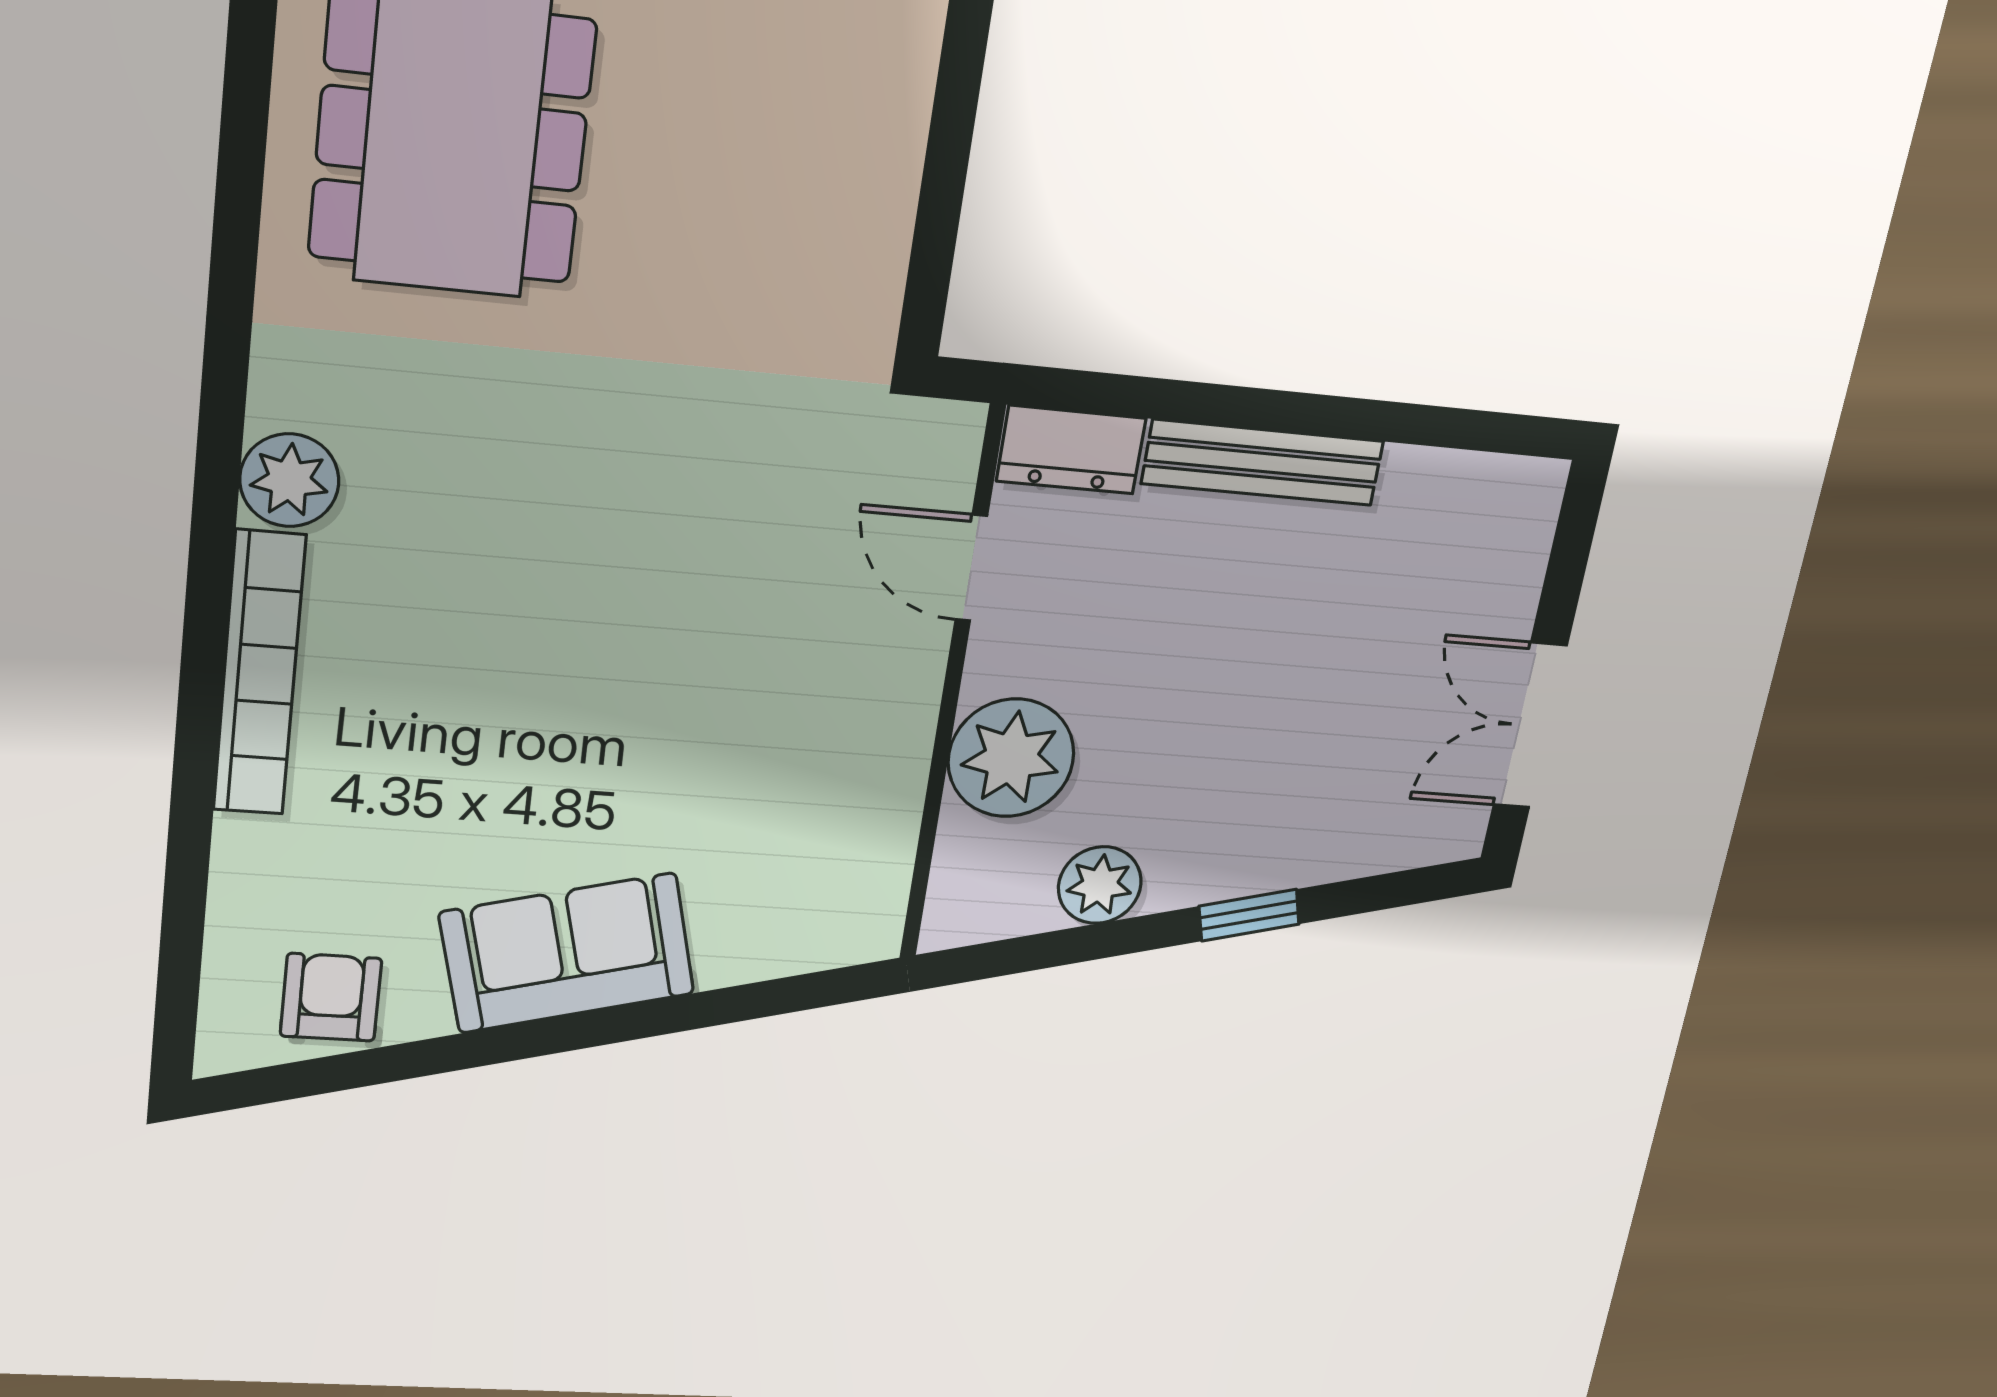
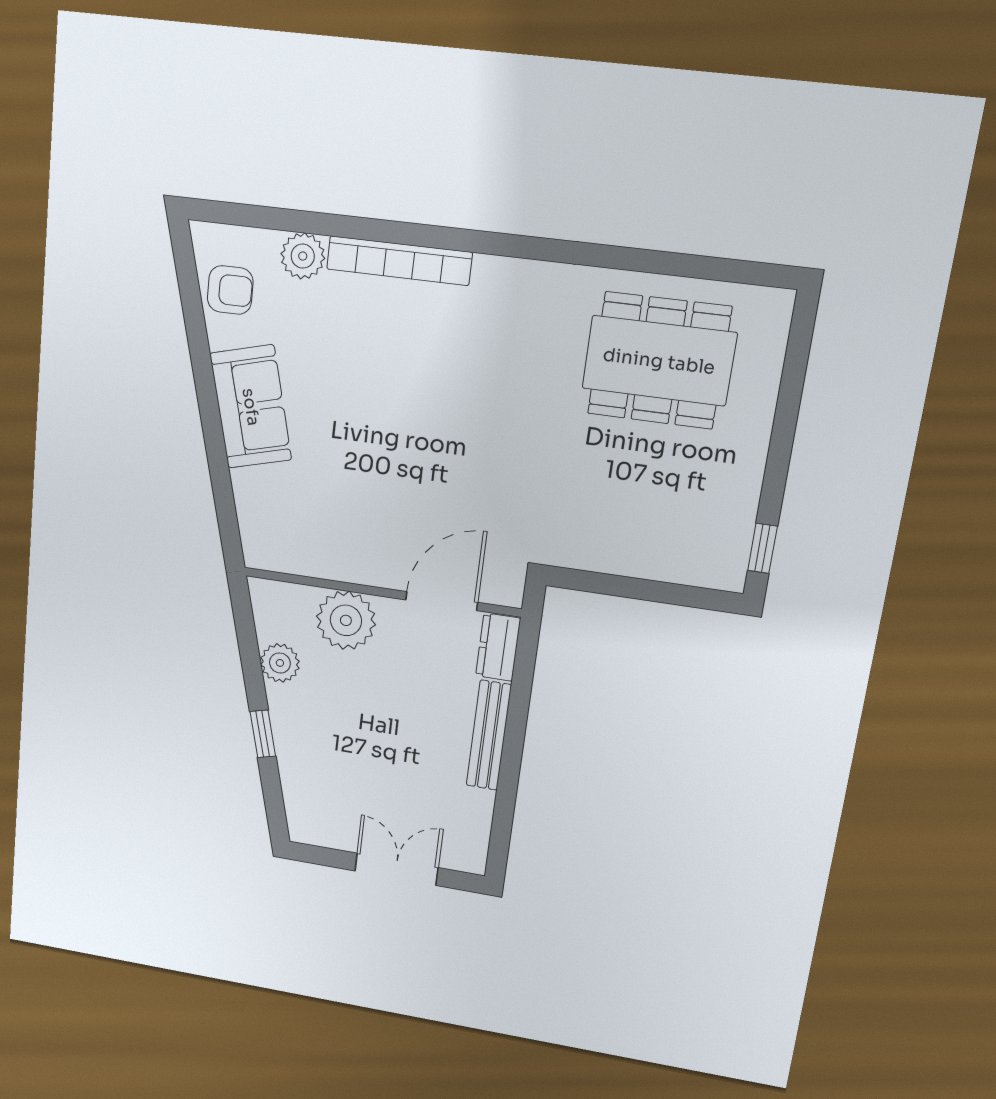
plant: (289, 480) -> (303, 256), moved
door: (971, 568) -> (442, 601), width x1.37
double door: (1530, 725) -> (396, 869), moved

